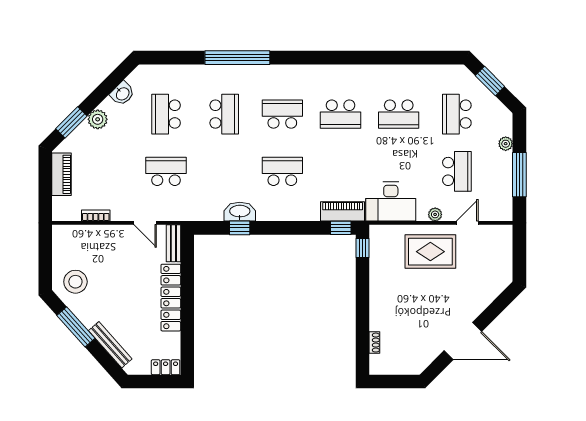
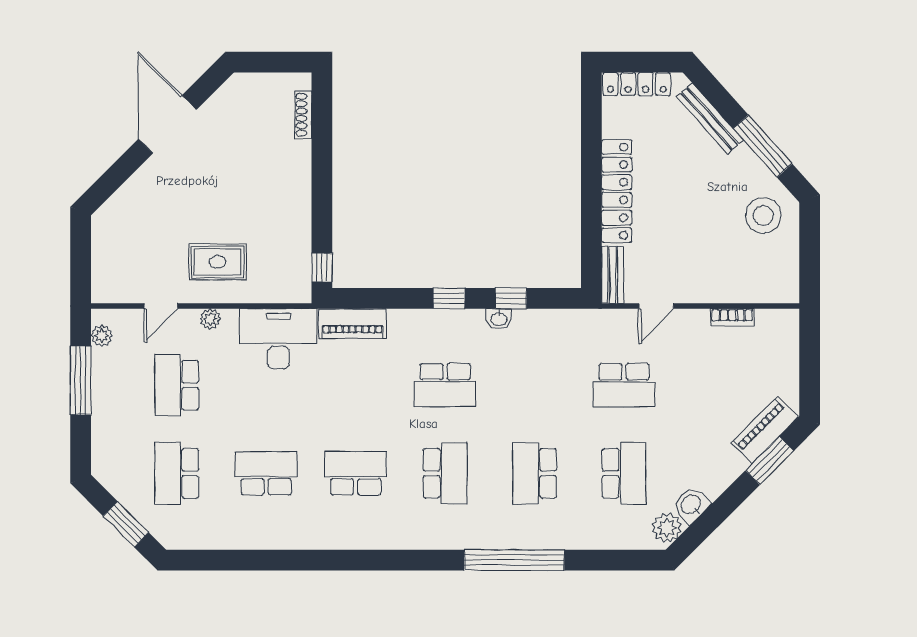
school desk: (282, 114) -> (445, 473), turned -90
school desk: (457, 114) -> (177, 473), turned 180
plant: (98, 119) -> (667, 528), moved
plant: (506, 144) -> (102, 336), moved
piano: (62, 174) -> (765, 430), moved, turned 45
washbasin: (240, 212) -> (499, 319), width x0.52, depth x0.69
door: (145, 223) -> (656, 306), swing flipped
window: (341, 228) -> (449, 298), moved
rug: (430, 252) -> (217, 262), width x0.73, depth x0.70
door: (463, 341) -> (167, 124), hinge flipped
shoe rack: (374, 343) -> (303, 115), width x1.43
locker: (166, 367) -> (637, 84), width x1.53

